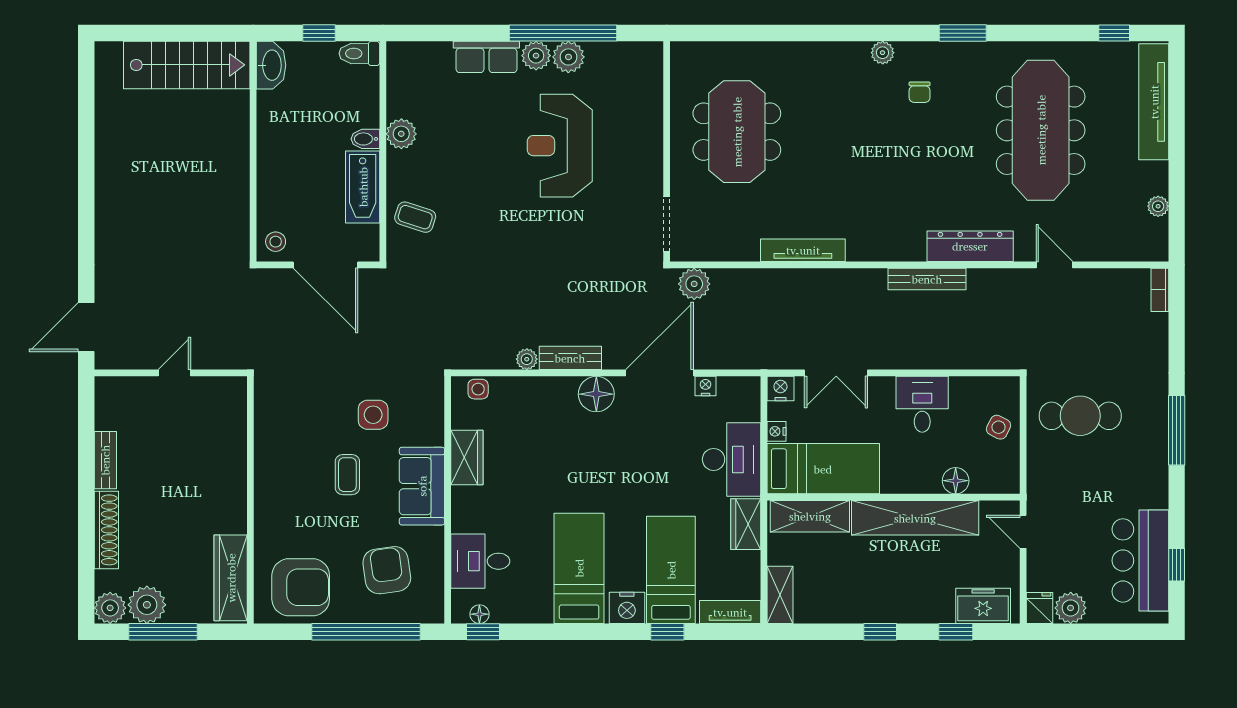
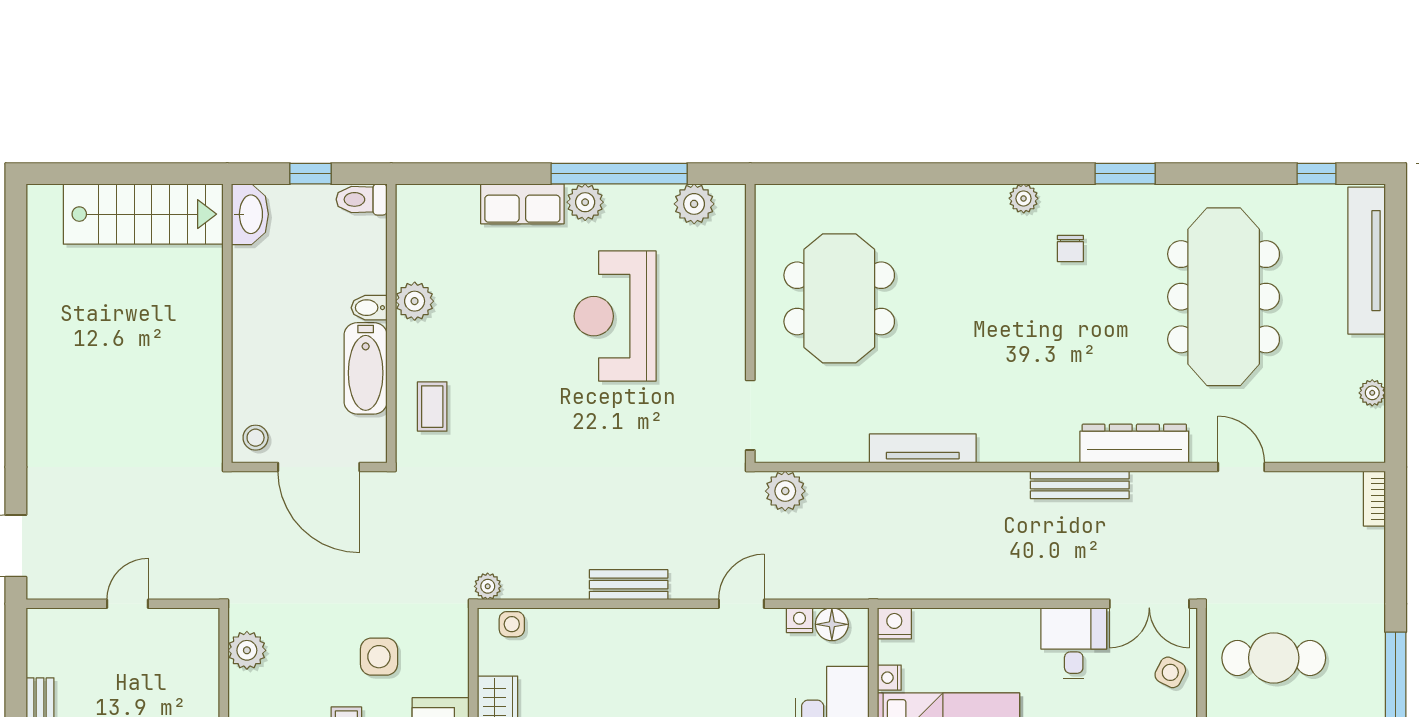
plant: (568, 57) -> (694, 204), moved
coffee table: (415, 217) -> (432, 407), turned 72
plant: (527, 359) -> (488, 586), moved
door: (659, 373) -> (741, 604), width x0.53
double door: (836, 373) -> (1149, 604), moved
floor lamp: (596, 394) -> (832, 624), moved, width x0.73, depth x0.73
plant: (269, 410) -> (247, 650), added

